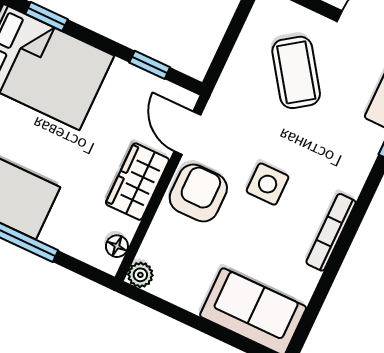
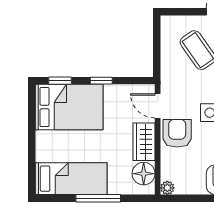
window: (150, 65) -> (101, 81), moved
floor lamp: (117, 246) -> (144, 174), width x1.89, depth x1.89

